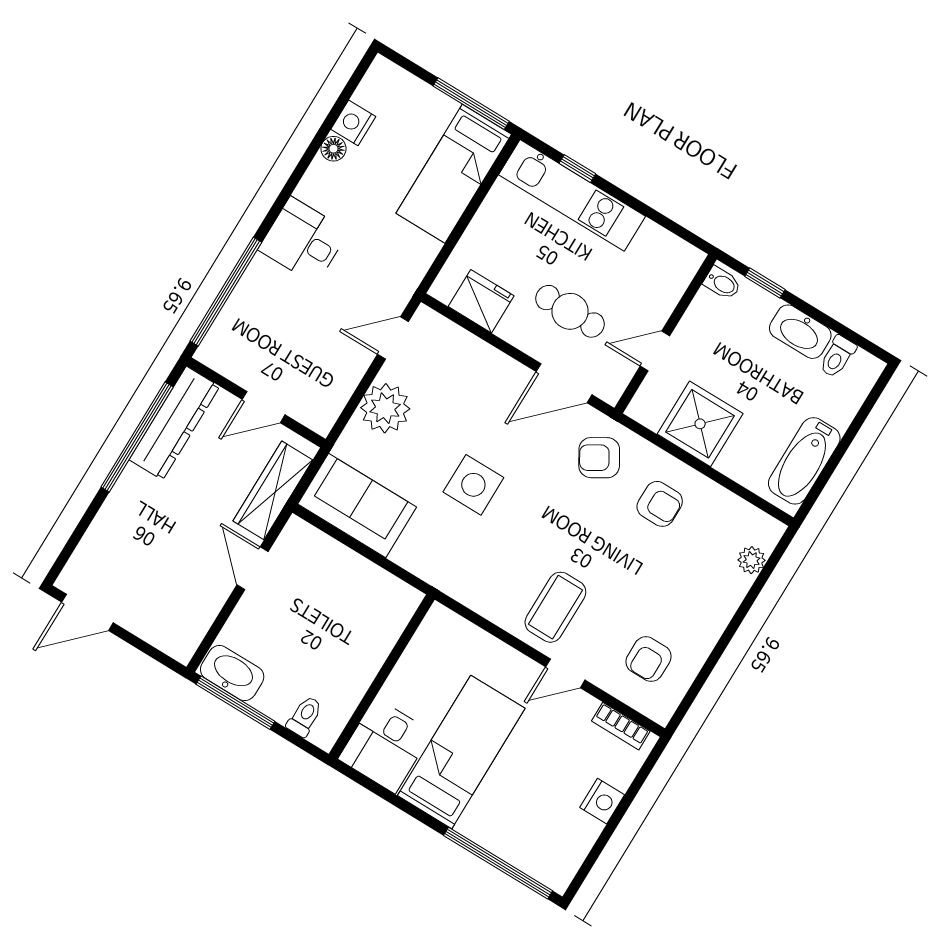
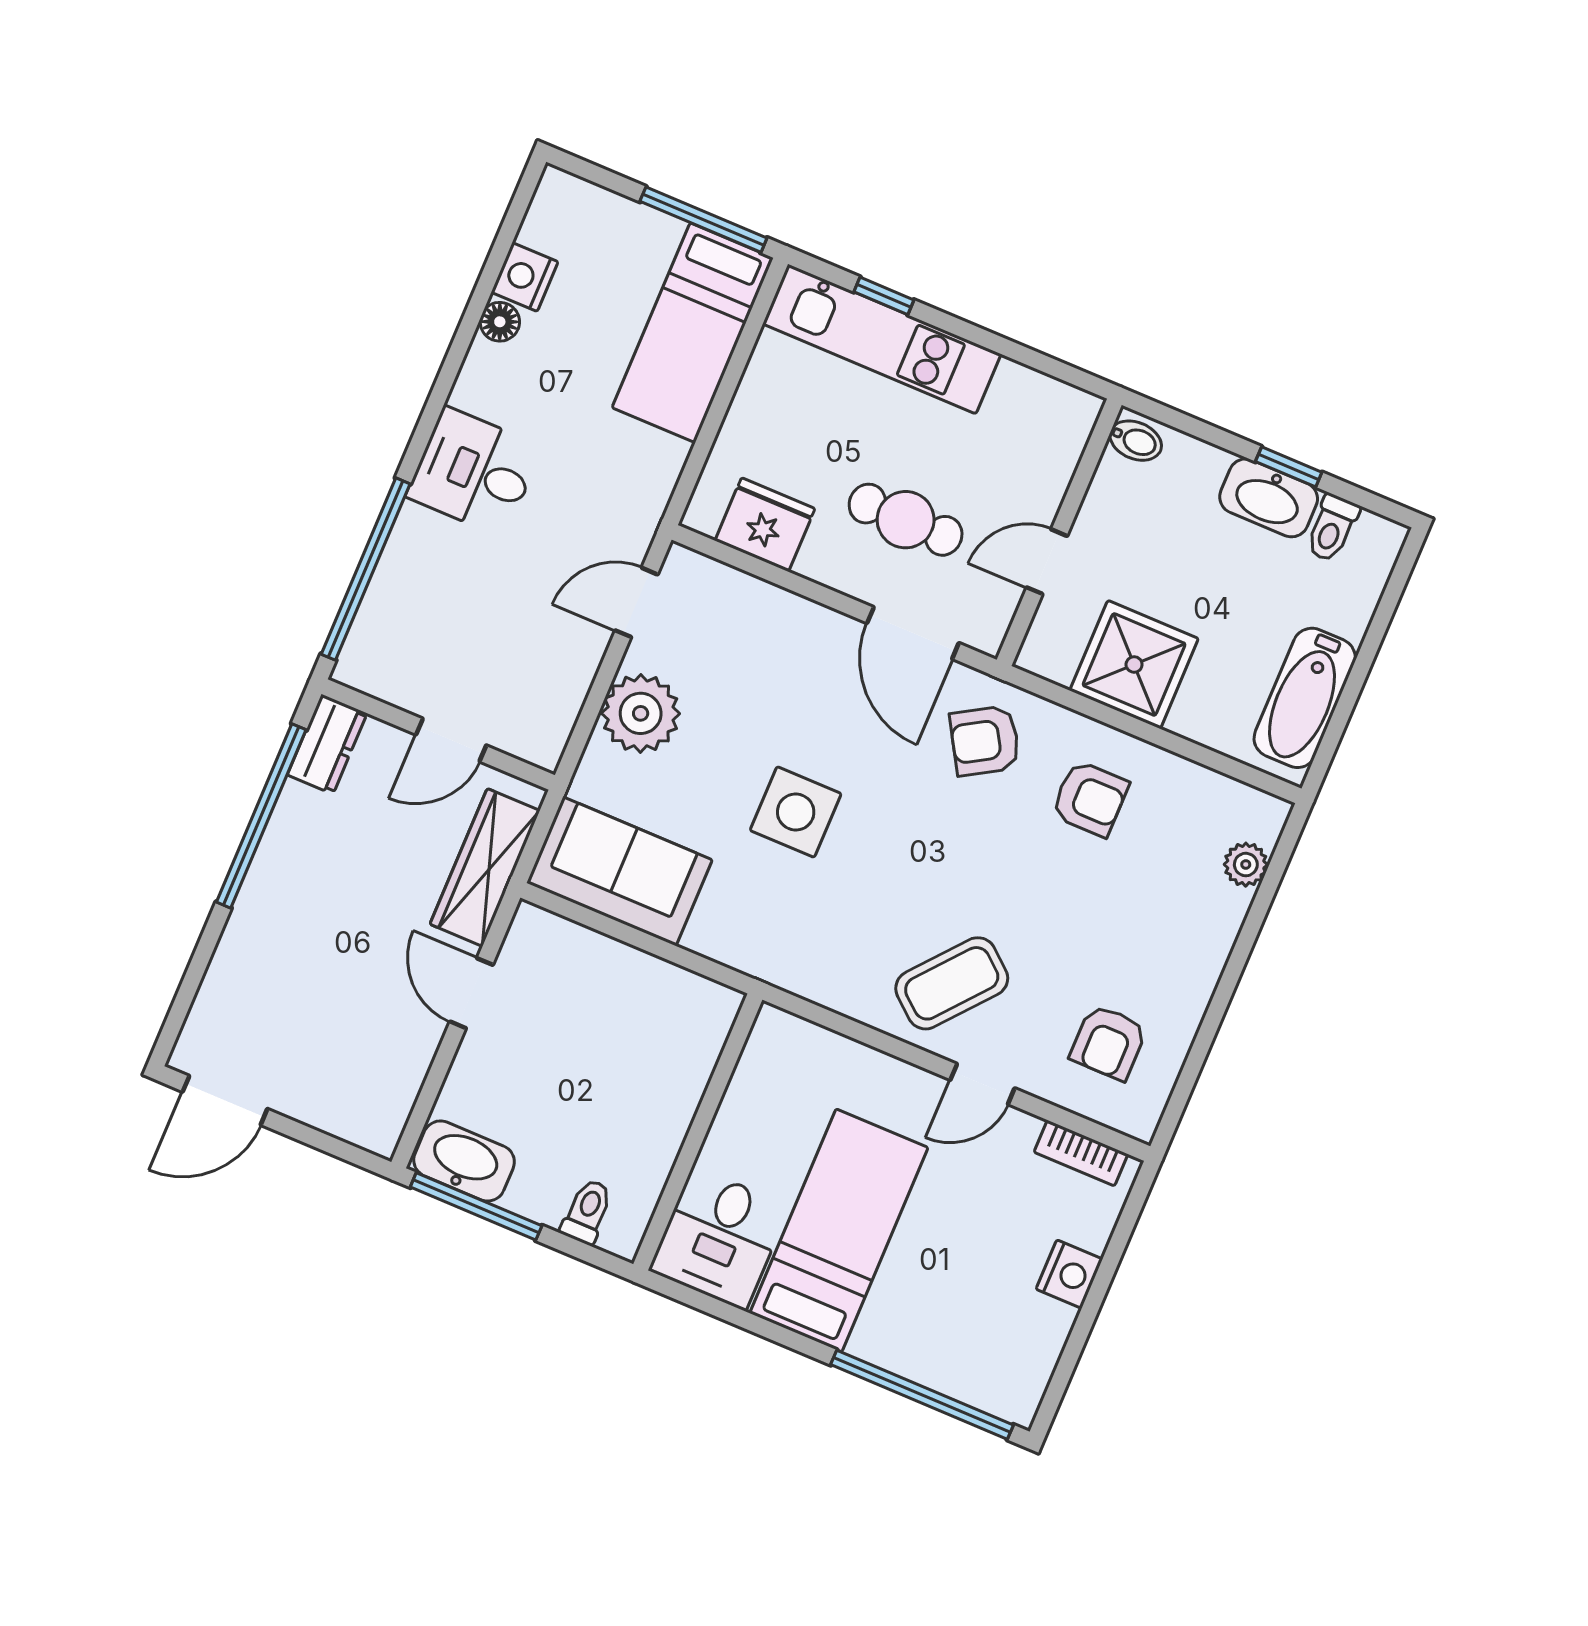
window: (765, 283) -> (1289, 467), moved
door: (564, 383) -> (913, 633), hinge flipped
dresser: (174, 423) -> (327, 744), width x0.51, depth x0.80
coffee table: (555, 607) -> (952, 983), turned 40

